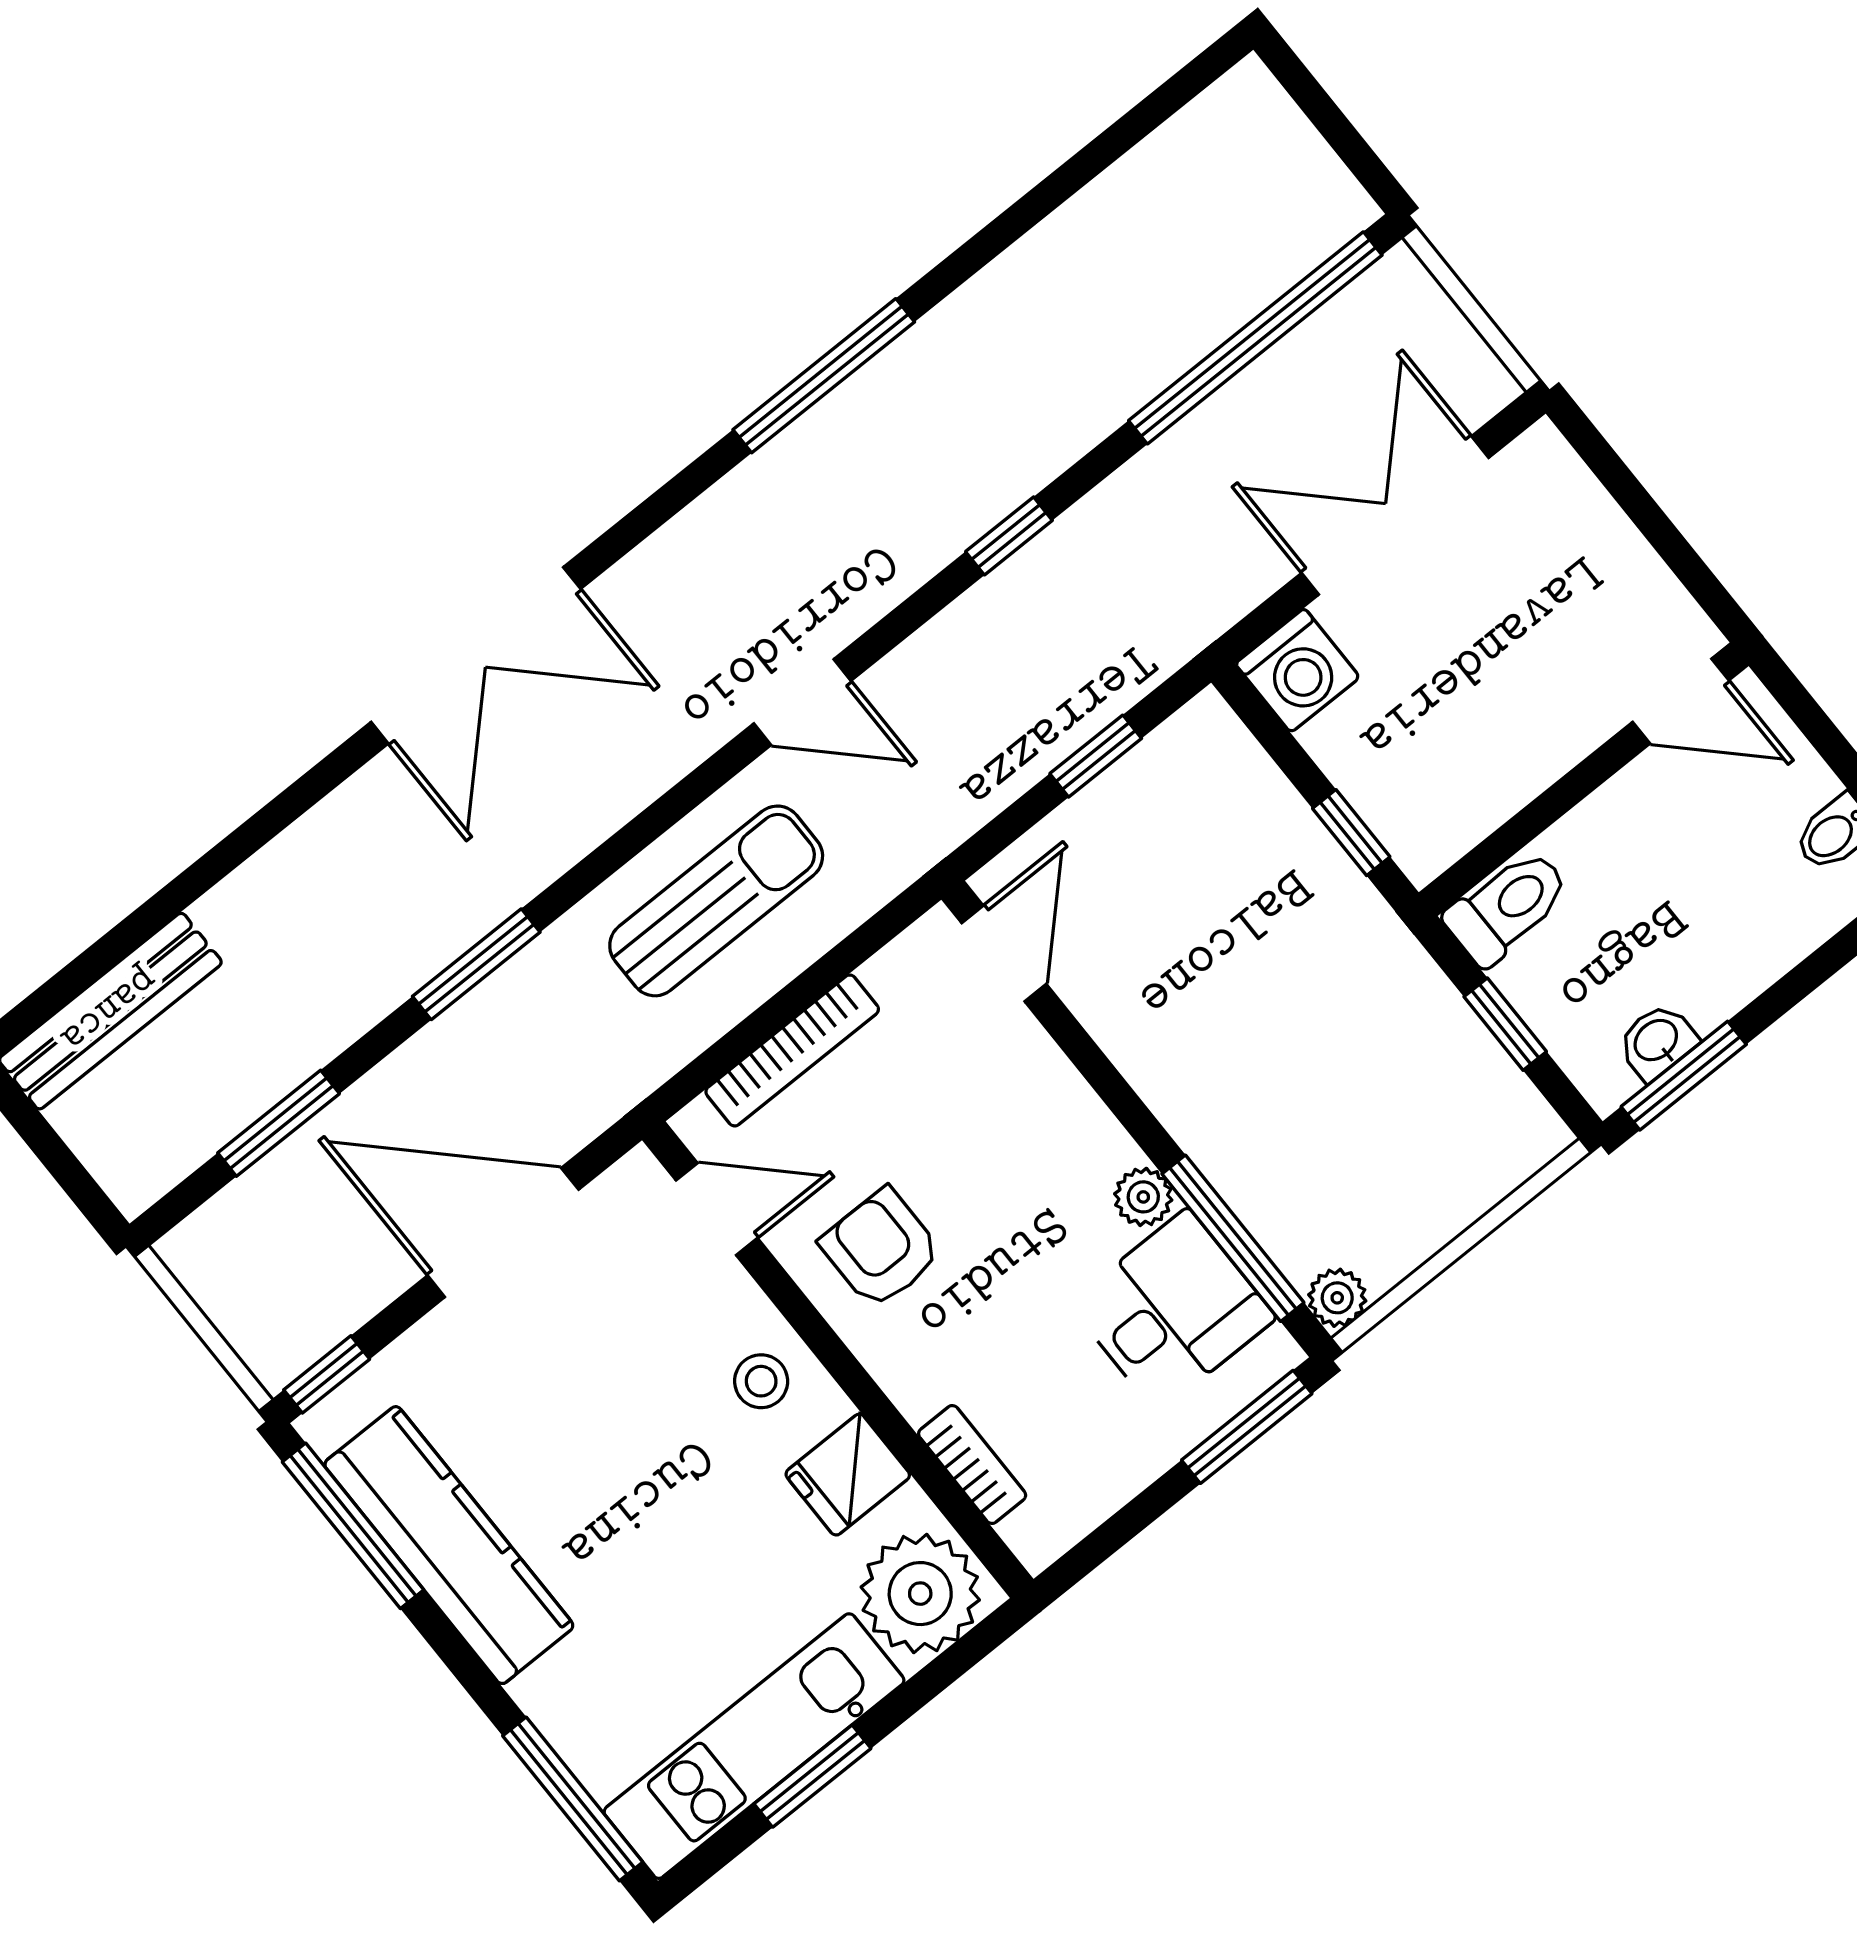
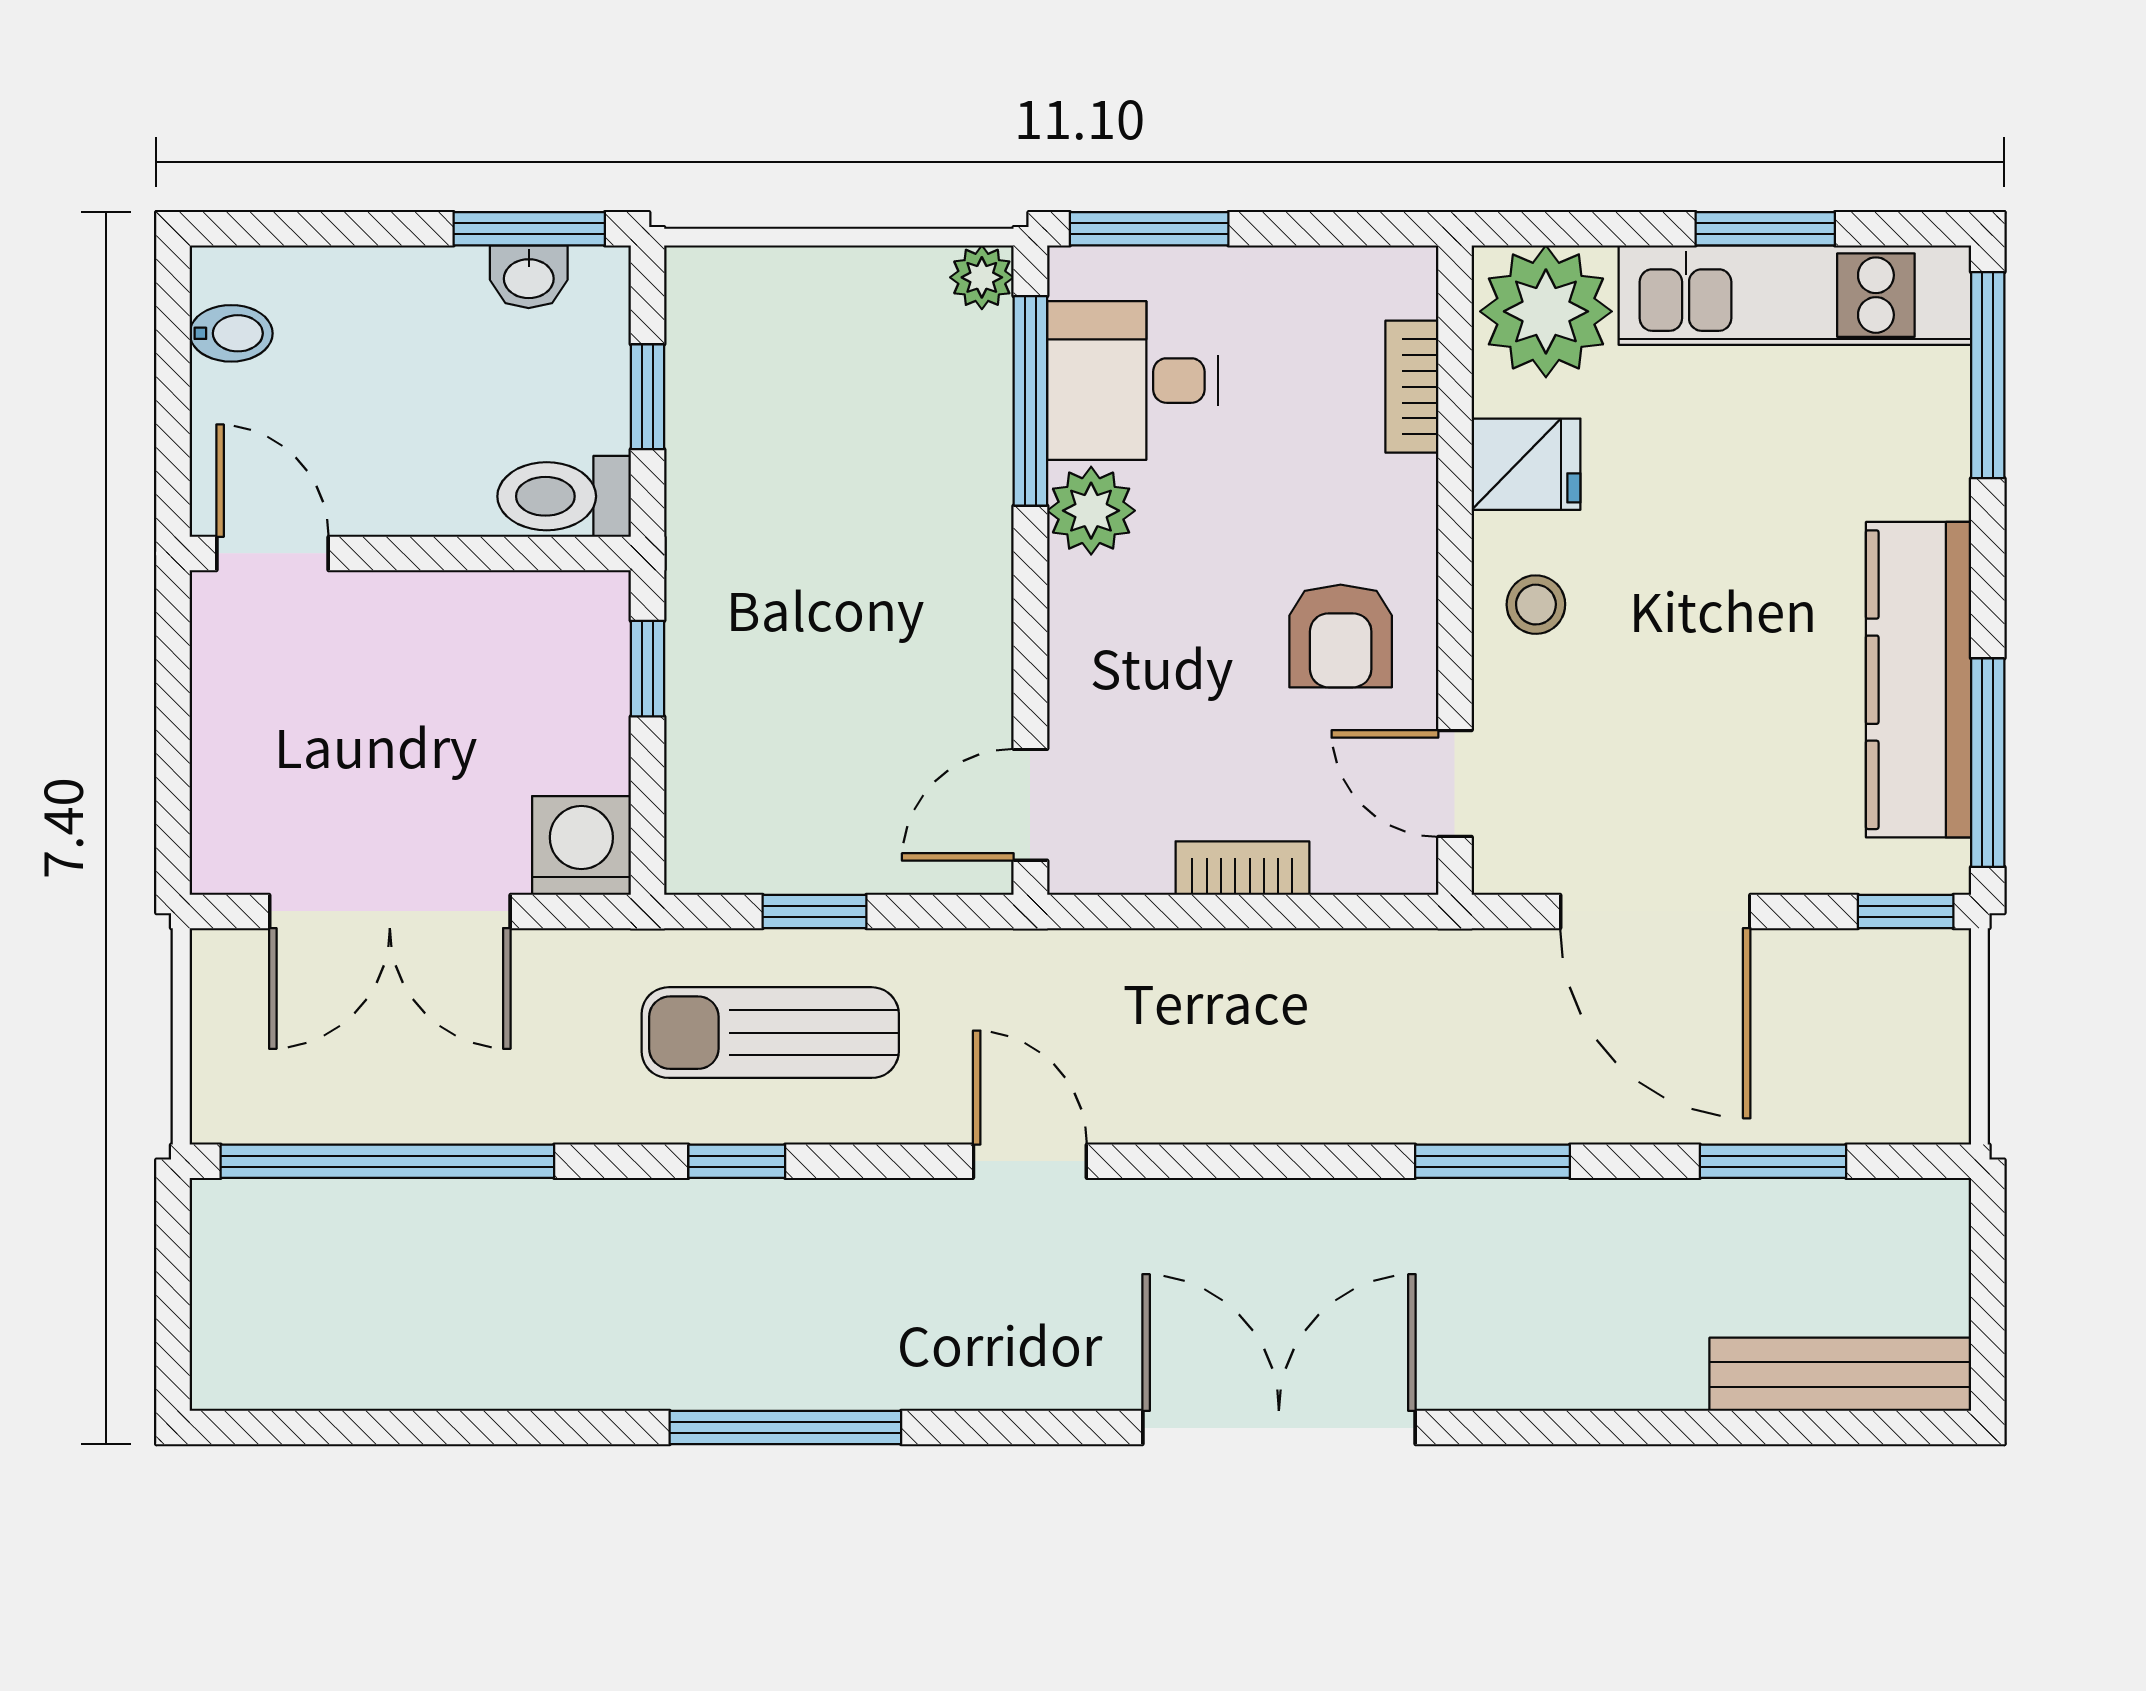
sun lounger: (716, 901) -> (770, 1033), moved
bookcase: (792, 1050) -> (1242, 868), width x0.64
plant: (1143, 1197) -> (1091, 511), width x1.38, depth x1.38

